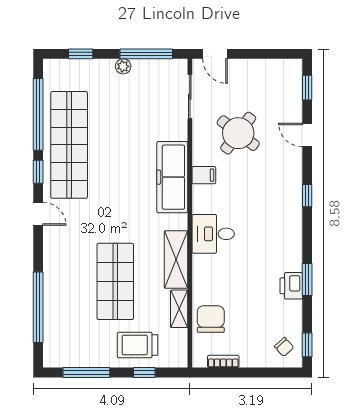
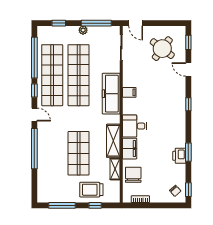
round table: (238, 133) -> (162, 49), moved
shop shelf: (115, 145) -> (79, 75), added
filing cabinet: (204, 273) -> (130, 149), added
window: (38, 307) -> (34, 149), moved

